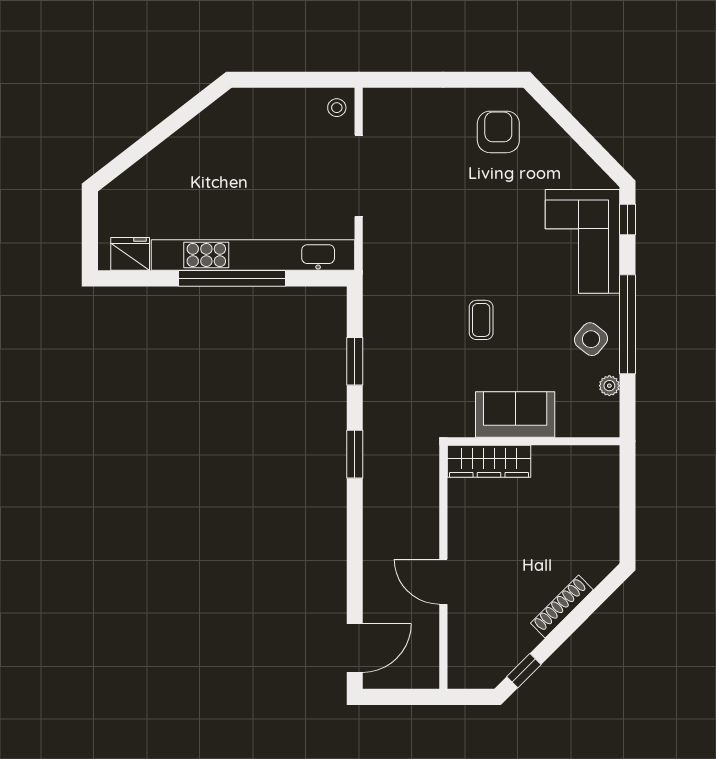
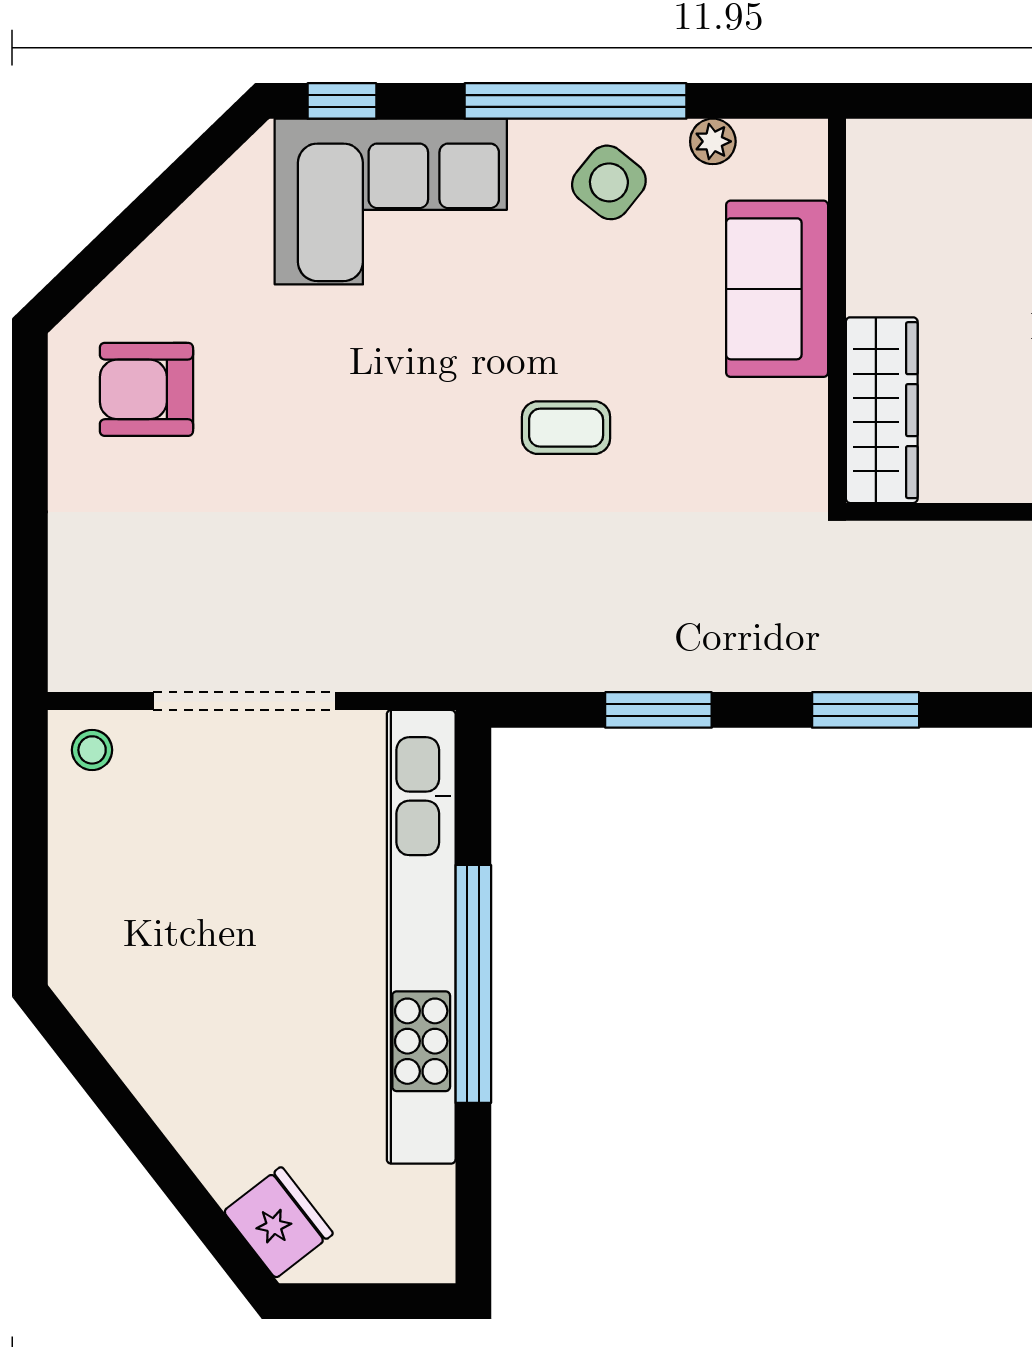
fridge: (130, 254) -> (279, 1222), moved, turned 142
sofa: (515, 414) -> (777, 289), moved

